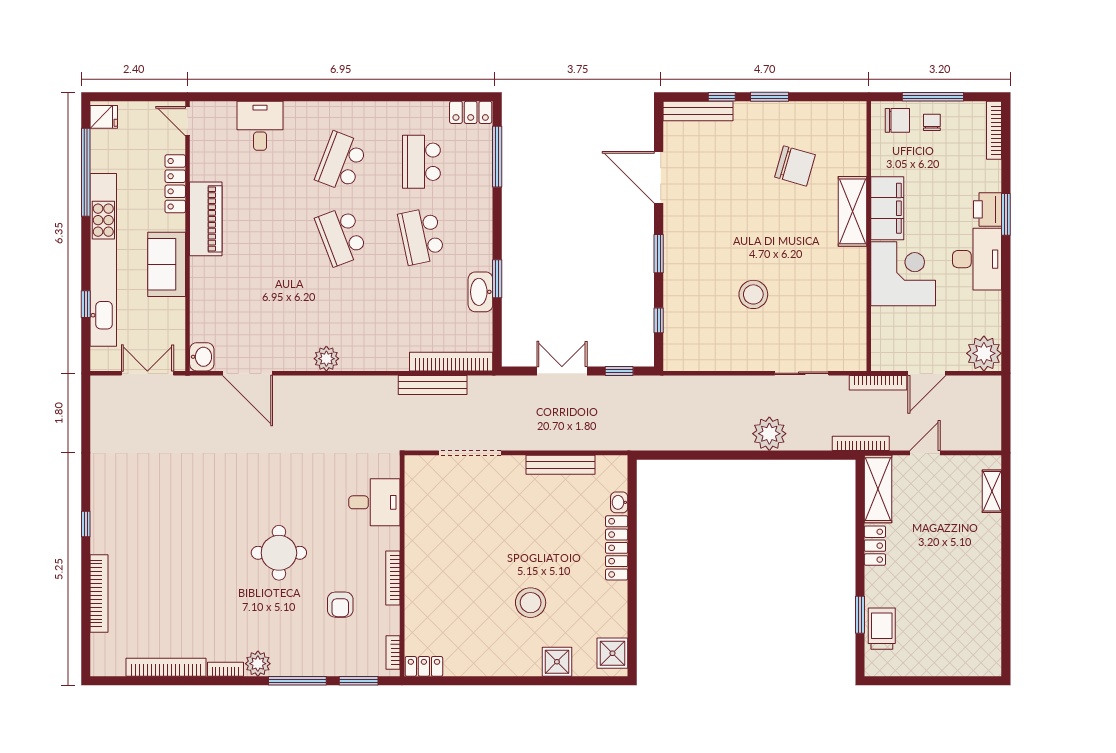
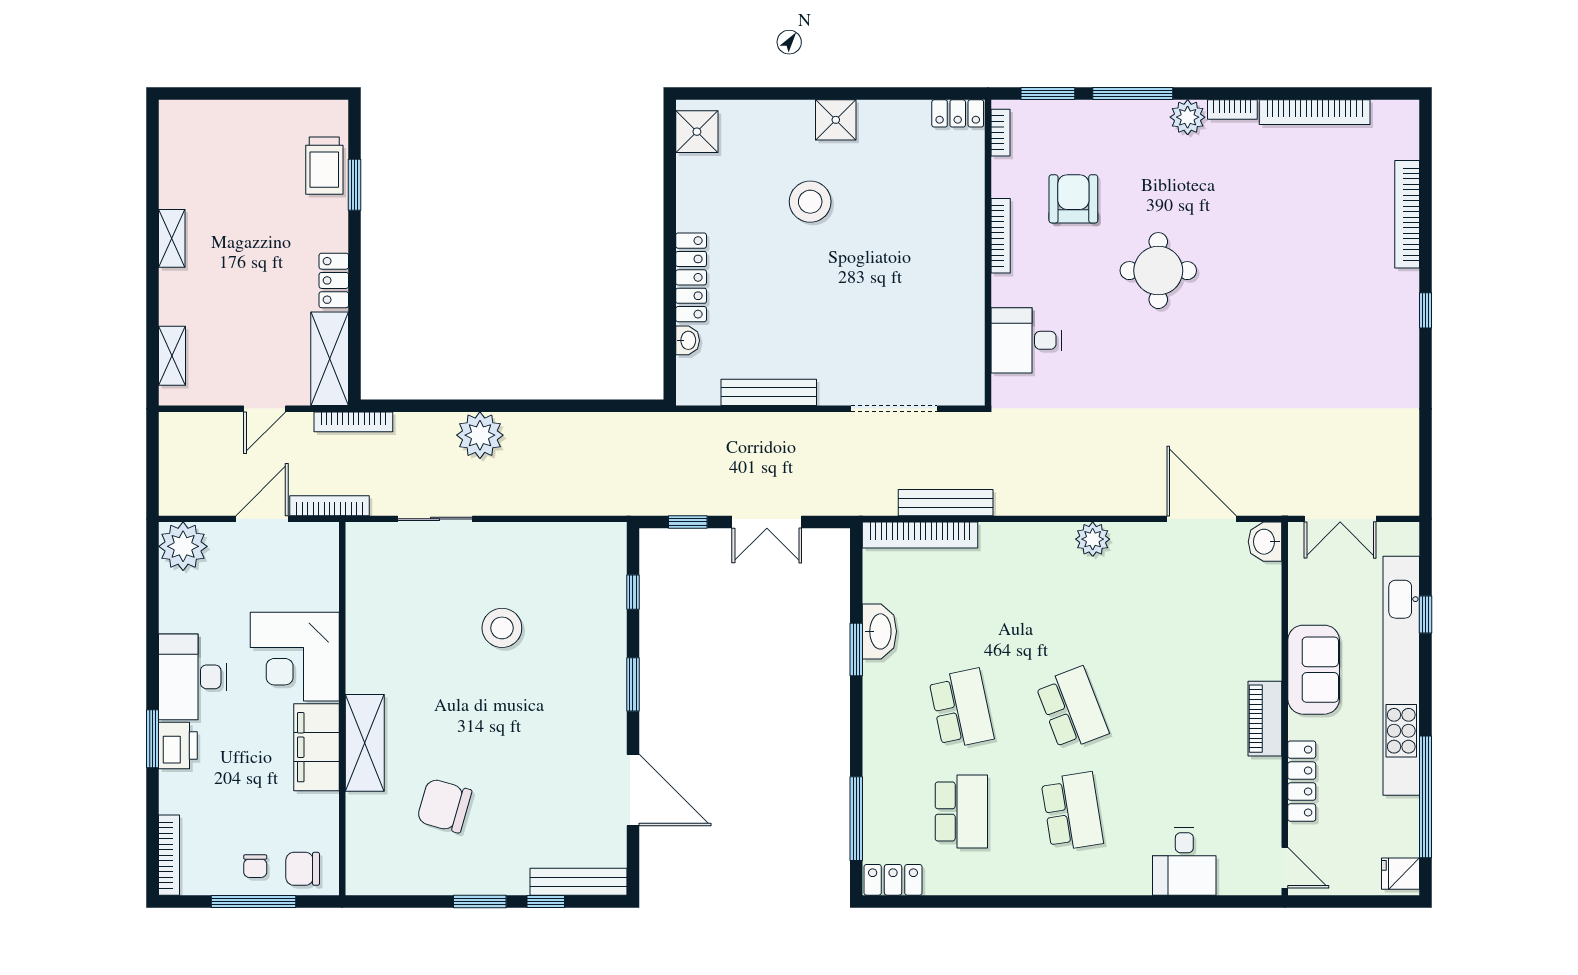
school desk: (341, 162) -> (1072, 811), turned -30
piano: (206, 219) -> (1265, 719), width x0.73, depth x0.75
shelving: (992, 576) -> (172, 238), added
armchair: (340, 605) -> (1073, 199), width x1.38, depth x1.38
shower: (557, 662) -> (836, 120), moved

